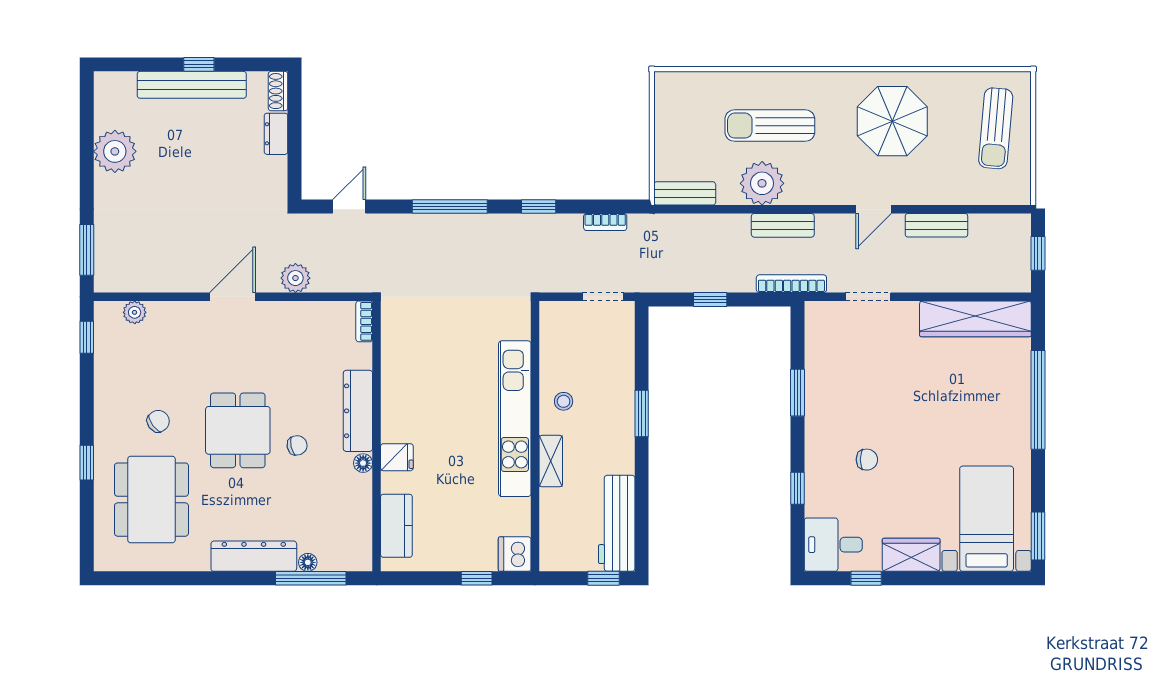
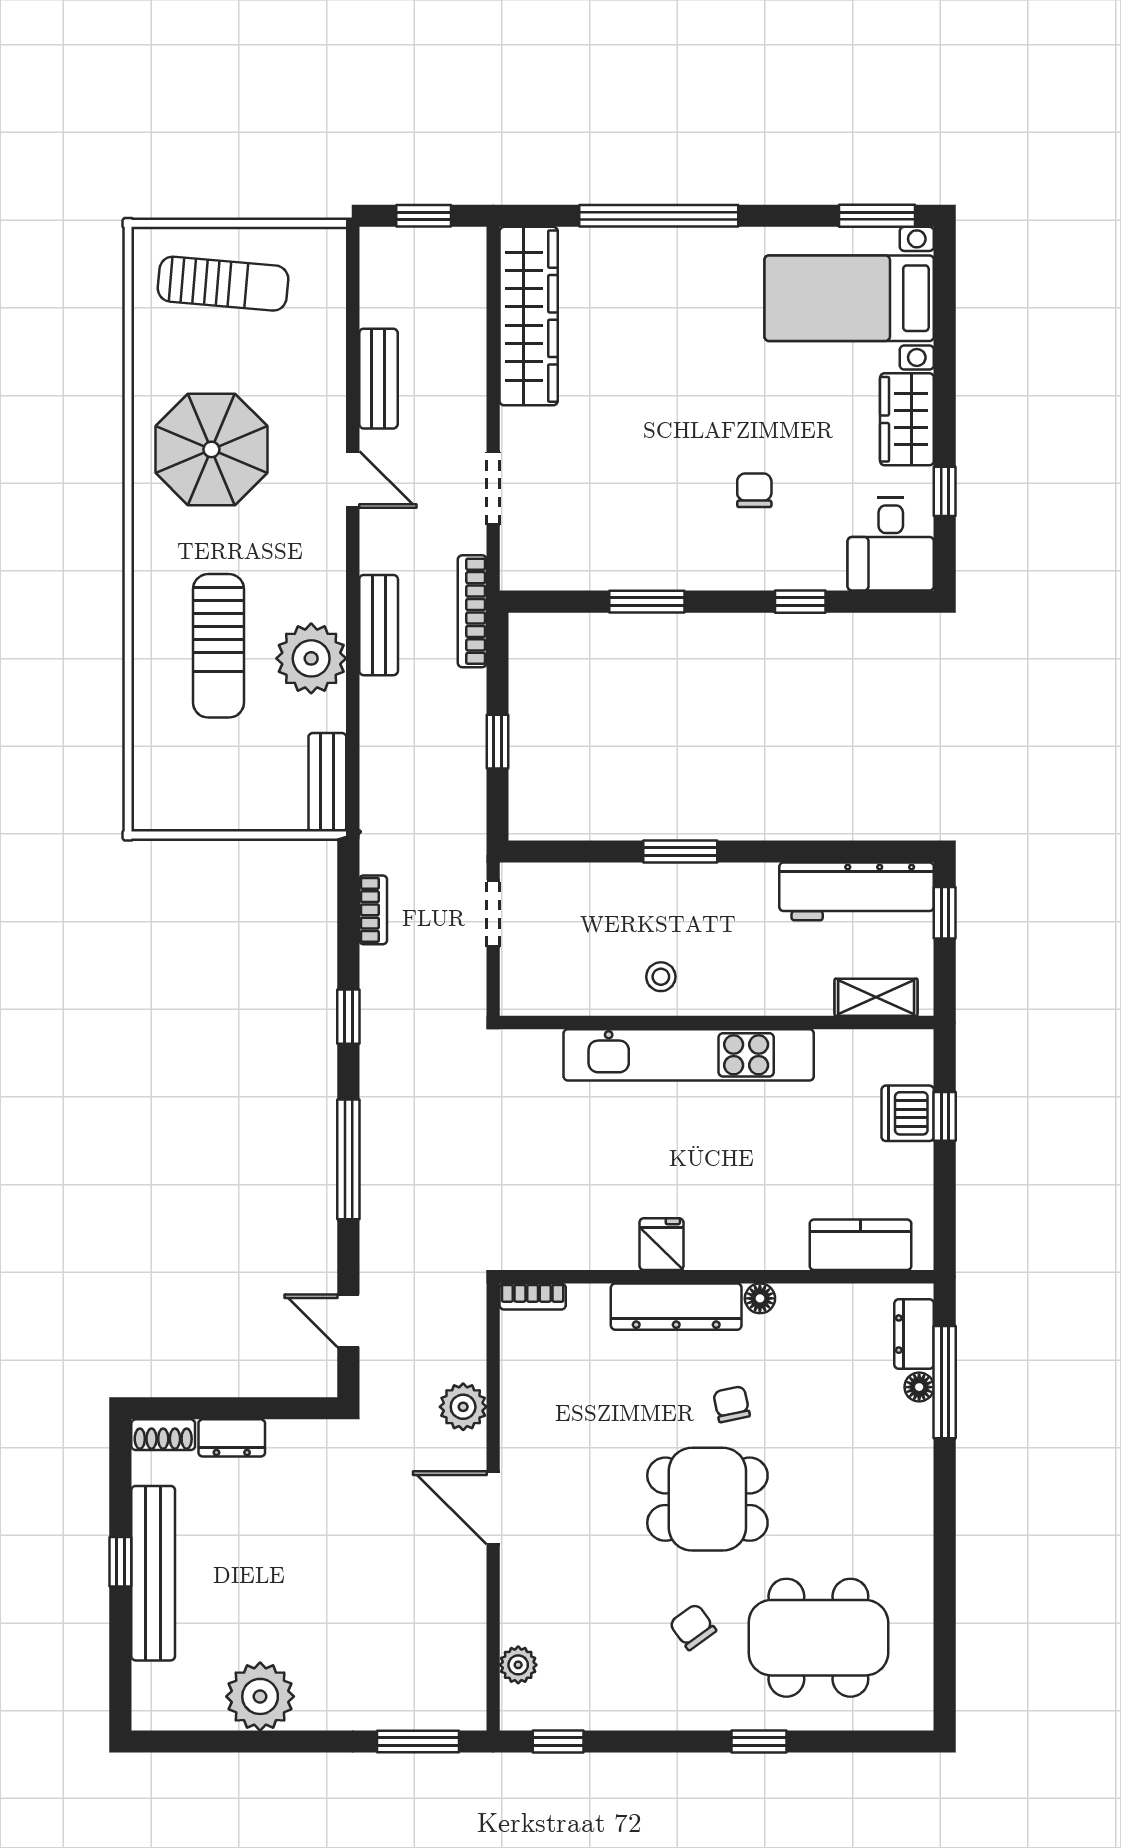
fridge: (397, 457) -> (661, 1244), moved
shelving: (551, 461) -> (876, 997), moved
dishwasher: (515, 554) -> (908, 1113), moved, turned 90
dresser: (254, 556) -> (914, 1334), moved, width x0.51, depth x0.80

